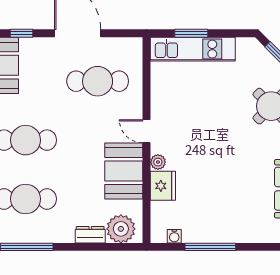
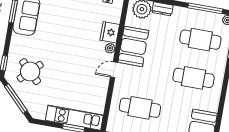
door: (146, 131) -> (114, 70), swing flipped

